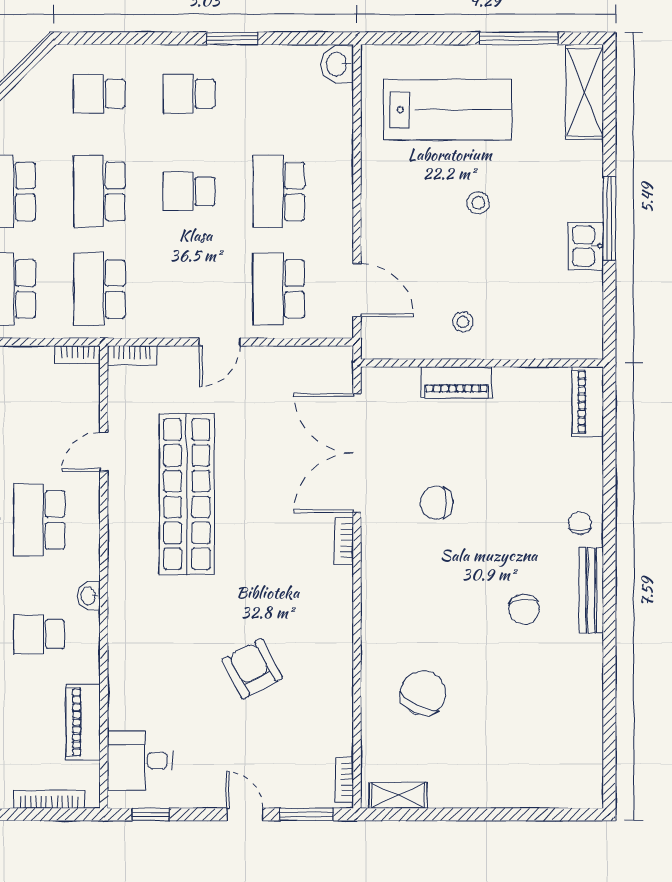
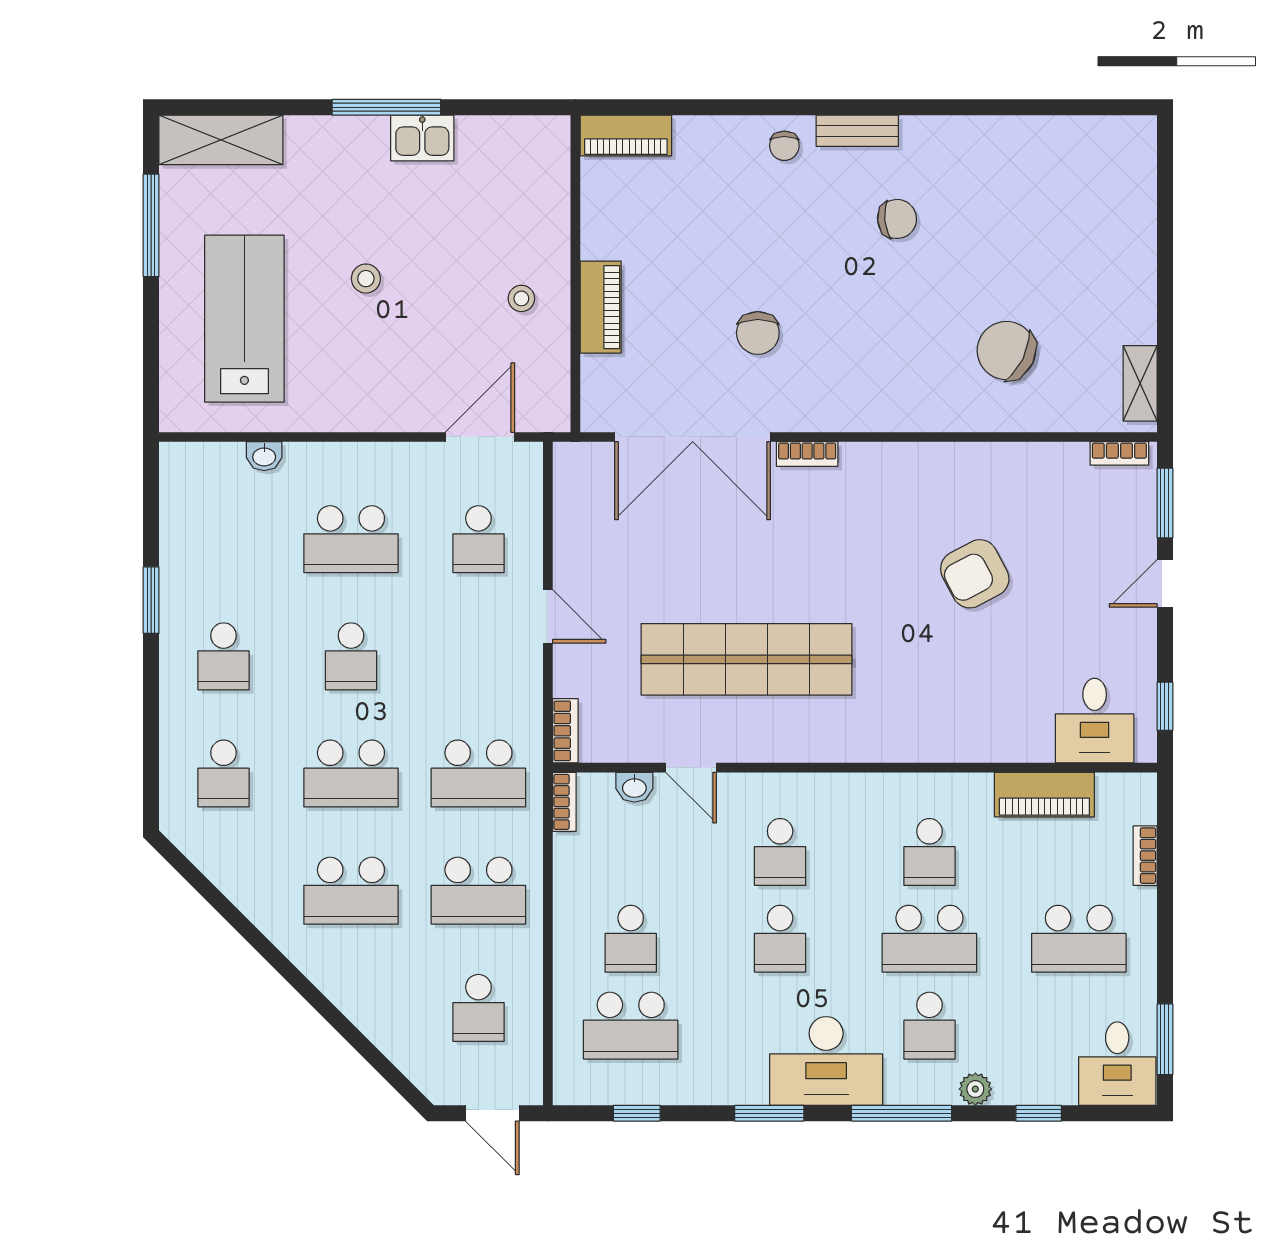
washbasin: (337, 64) -> (264, 456), moved, width x0.72, depth x0.69
school desk: (279, 289) -> (478, 539), width x0.54
school desk: (39, 520) -> (780, 852), width x0.54
chair: (580, 523) -> (784, 146), turned -90
bench: (591, 590) -> (857, 131), width x0.73
washbasin: (89, 596) -> (634, 787), moved
bookcase: (49, 799) -> (1145, 856), width x0.64

